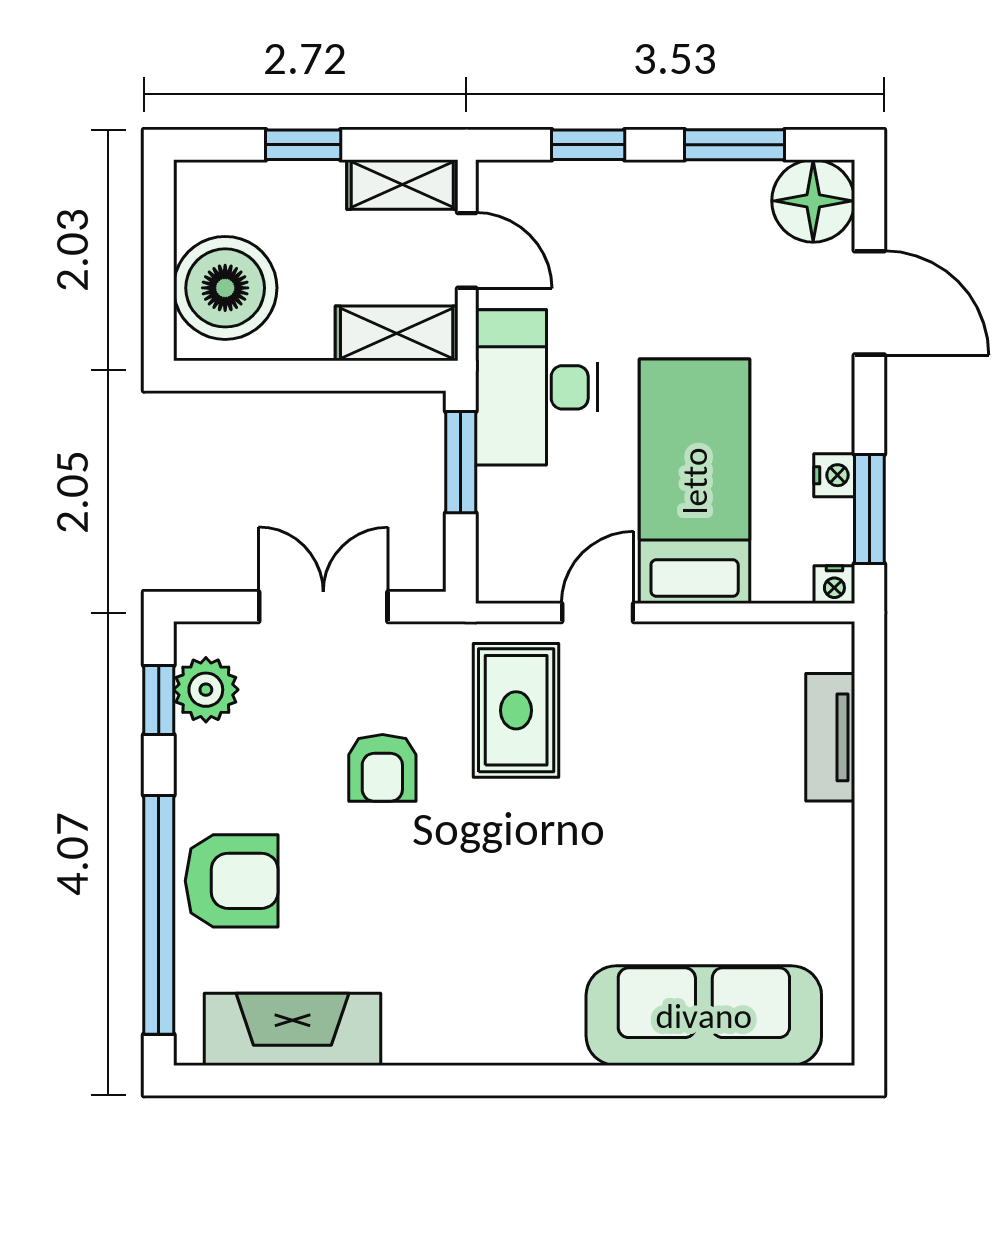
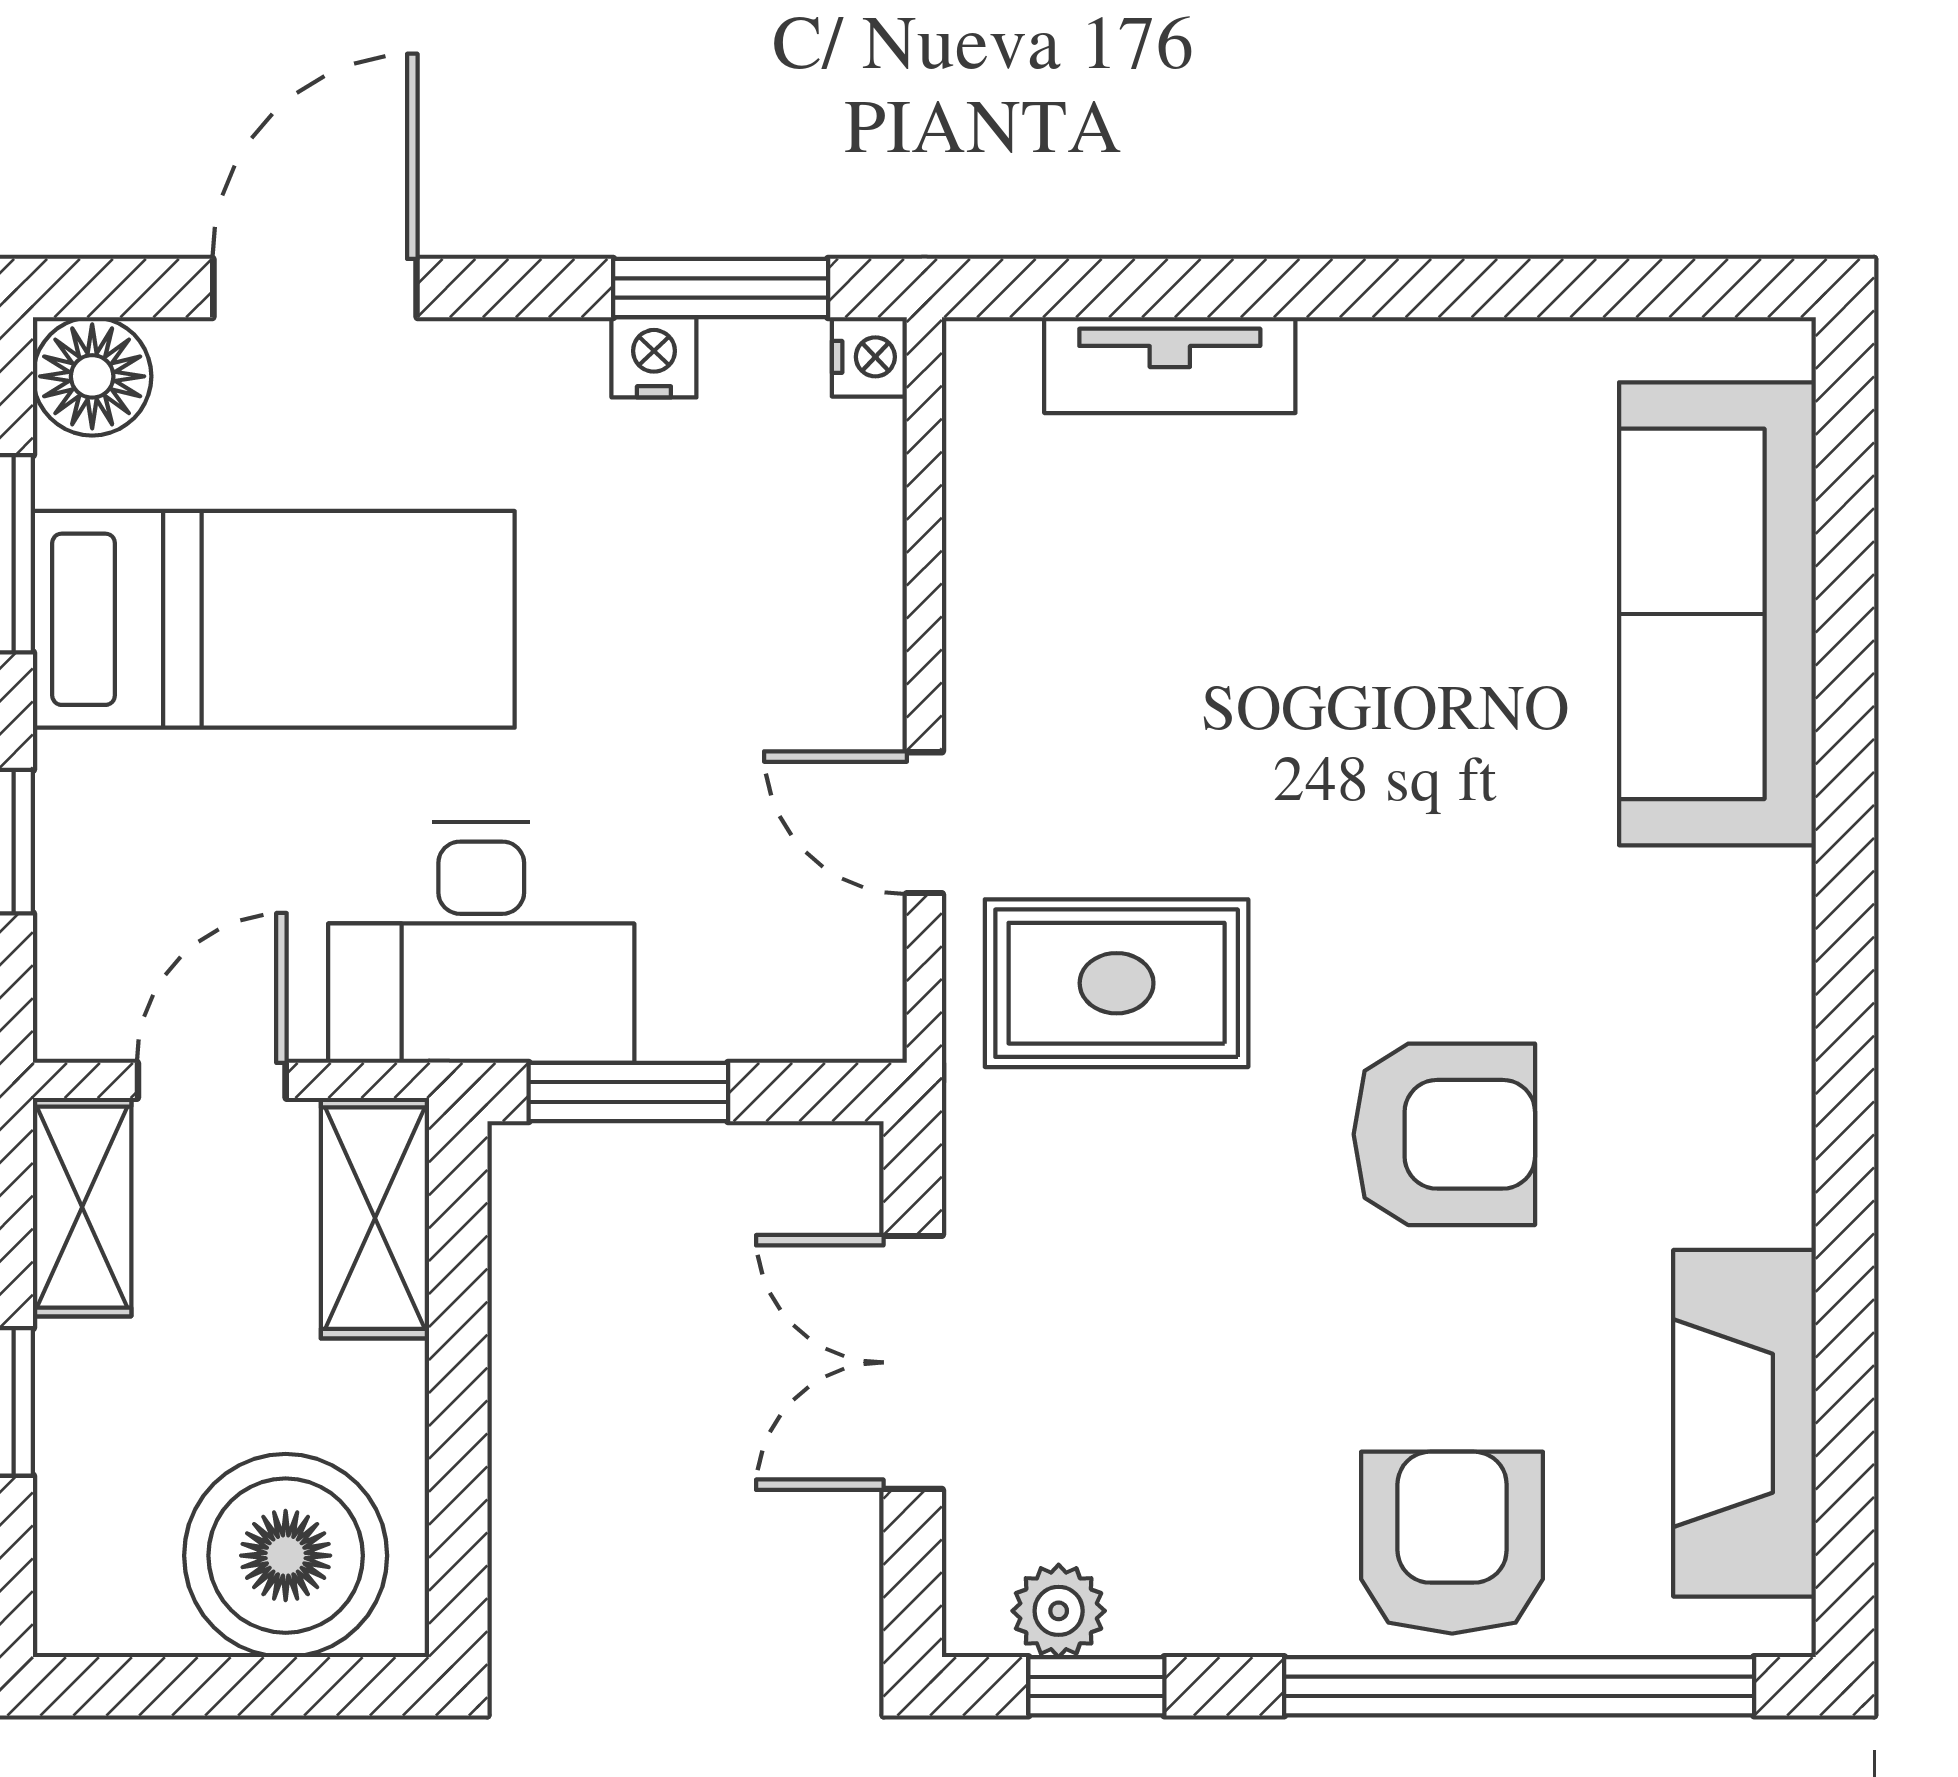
floor lamp: (813, 201) -> (92, 376), width x0.73, depth x0.73
bed: (695, 481) -> (274, 619), moved, turned 180
plant: (206, 690) -> (1059, 1611), width x0.73, depth x0.73
armchair: (382, 768) -> (1444, 1134), moved, width x1.38, depth x1.38

